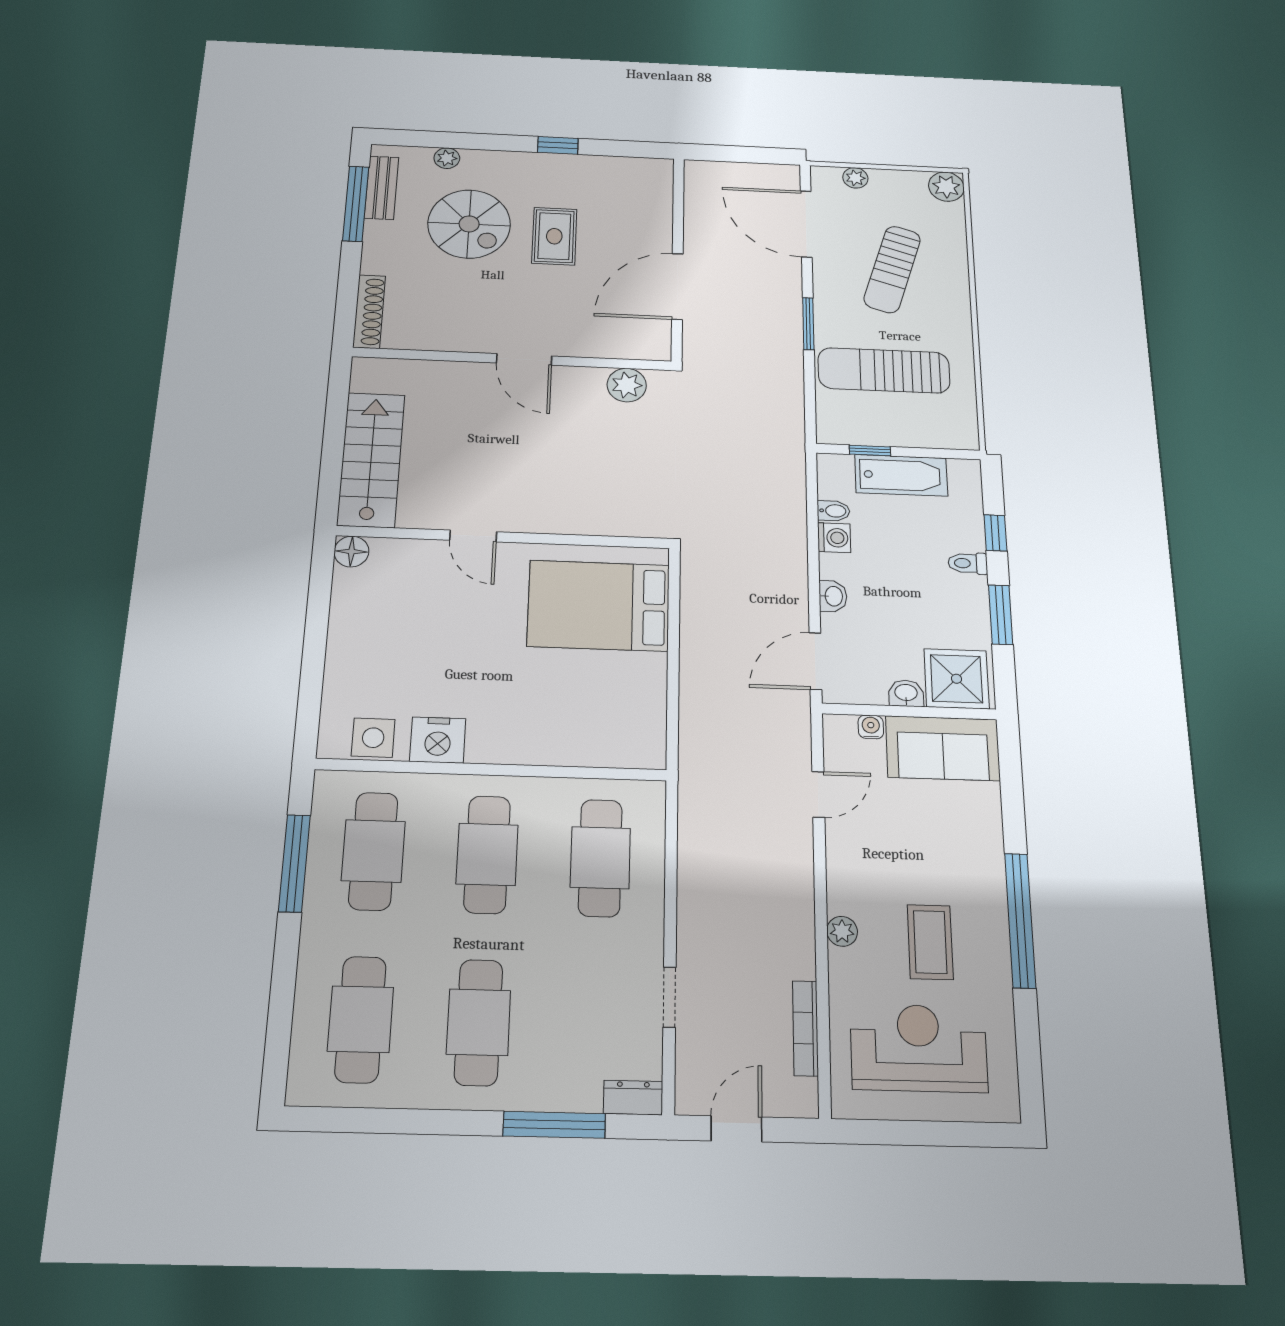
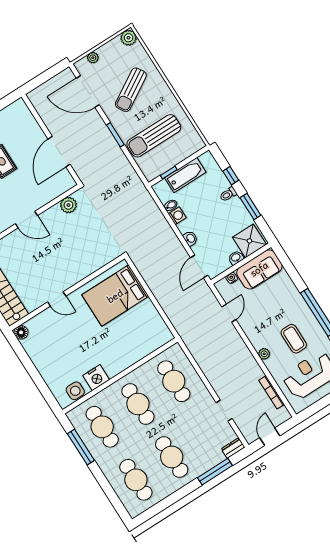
sun lounger: (892, 269) -> (131, 90), turned 42

